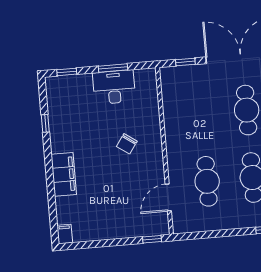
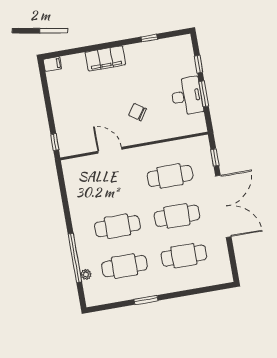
window: (67, 72) -> (199, 64), moved
cafe table: (207, 181) -> (170, 176), moved
door: (168, 197) -> (110, 150), moved

